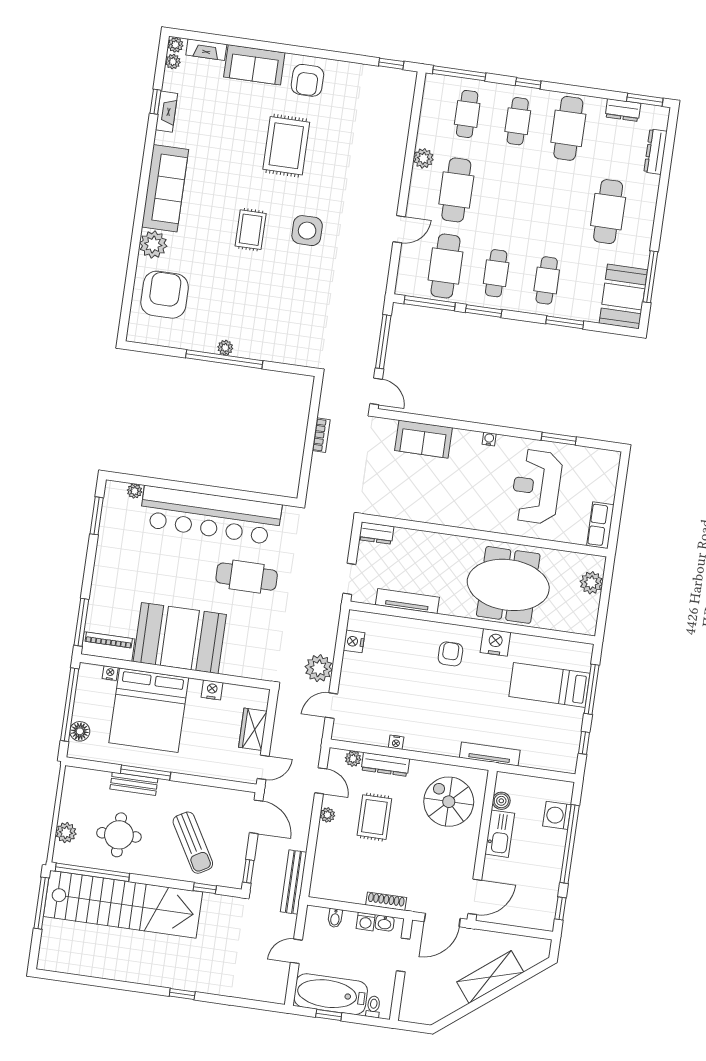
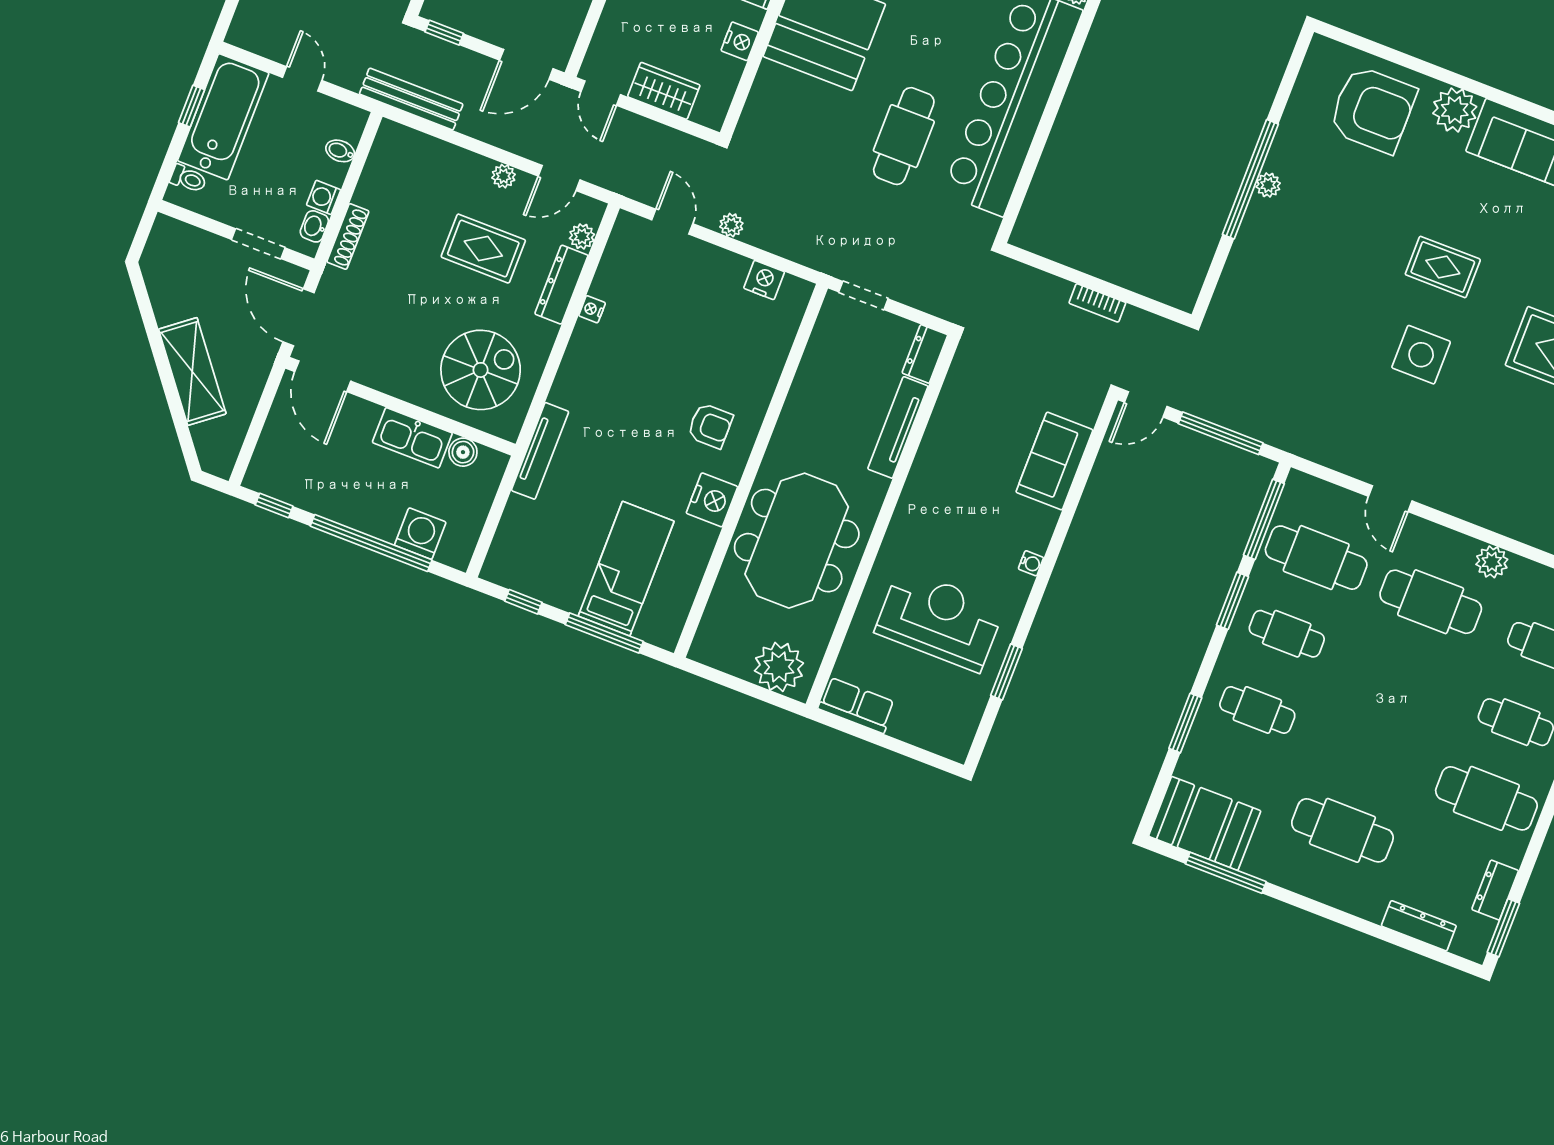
plant: (591, 583) -> (779, 667), width x1.36, depth x1.36
tv unit: (407, 601) -> (898, 427), moved, turned 180
plant: (319, 668) -> (731, 225), width x0.53, depth x0.53

